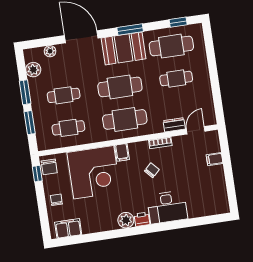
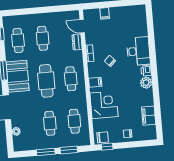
cafe table: (171, 46) -> (18, 40), width x0.73, depth x0.74
plant: (33, 70) -> (29, 145), removed
cafe table: (125, 119) -> (71, 79), width x0.73, depth x0.74
corner desk: (94, 172) -> (104, 105), width x0.74, depth x0.74
filing cabinet: (68, 228) -> (149, 116), moved

